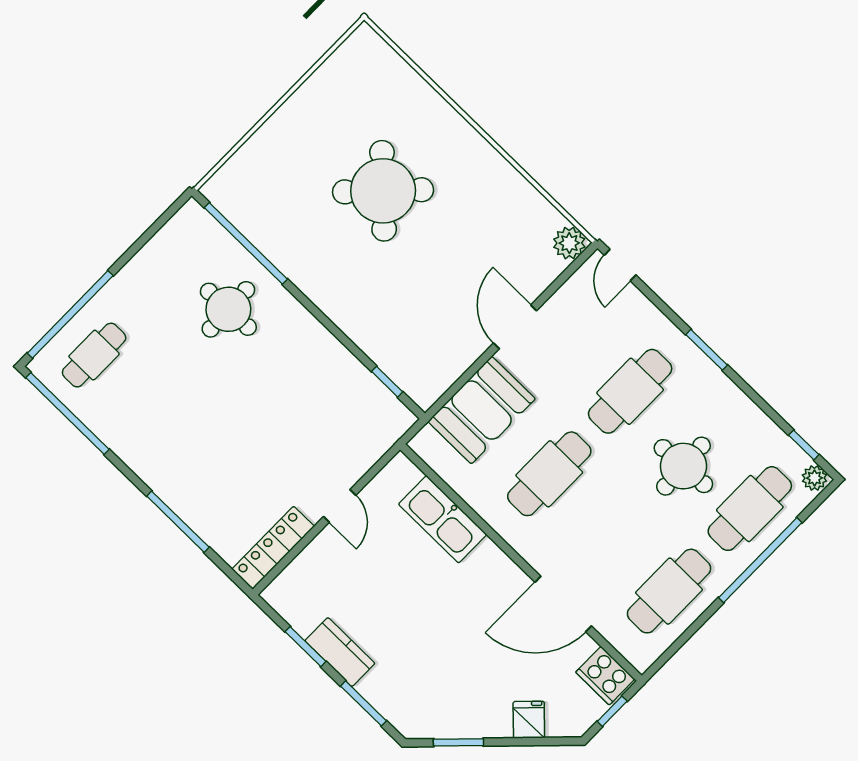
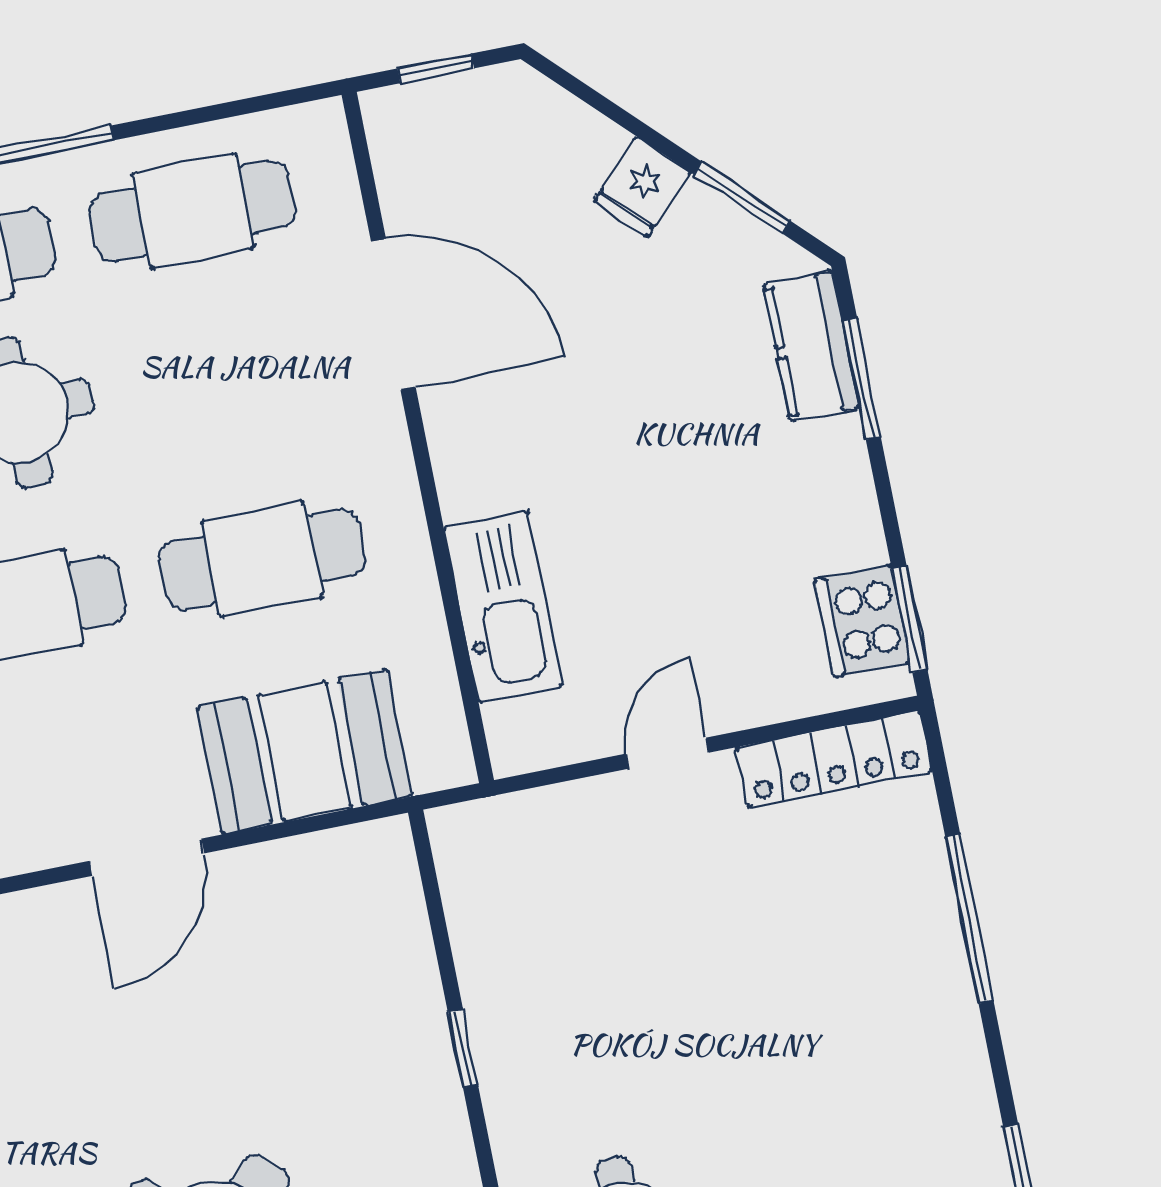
window: (387, 382) -> (463, 1048), moved
window: (305, 647) -> (910, 619), moved
kitchen counter: (340, 652) -> (811, 346), moved
cooker: (605, 676) -> (863, 621), moved, turned 180
fridge: (529, 720) -> (642, 187), moved

